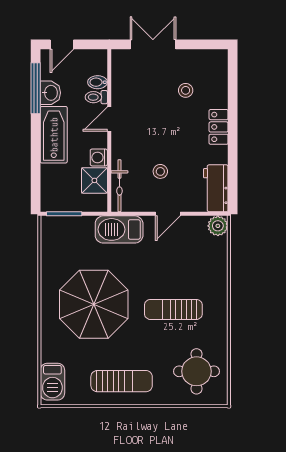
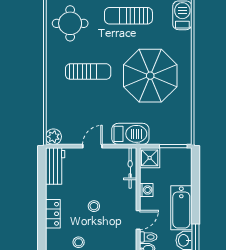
stool: (160, 171) -> (94, 206), moved
shower: (94, 180) -> (150, 158), moved

